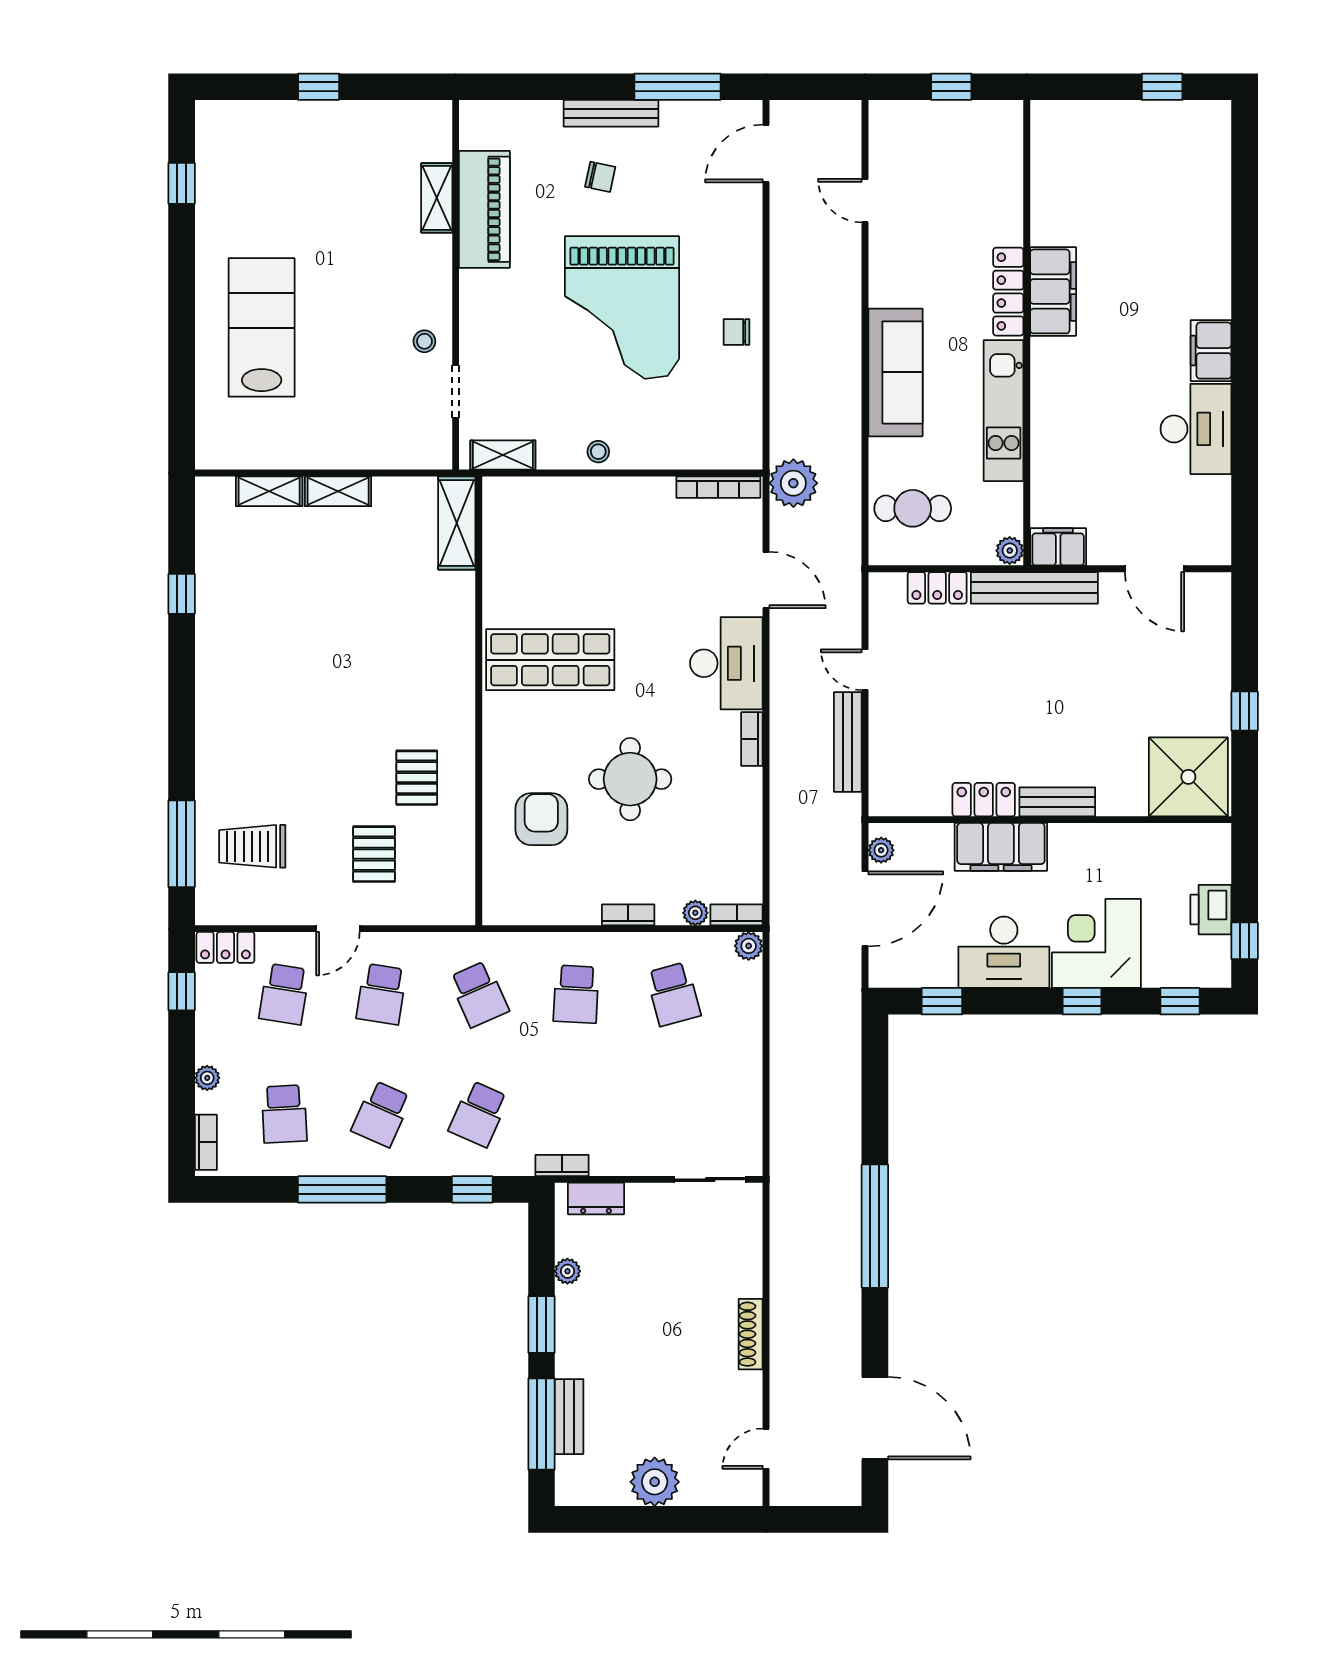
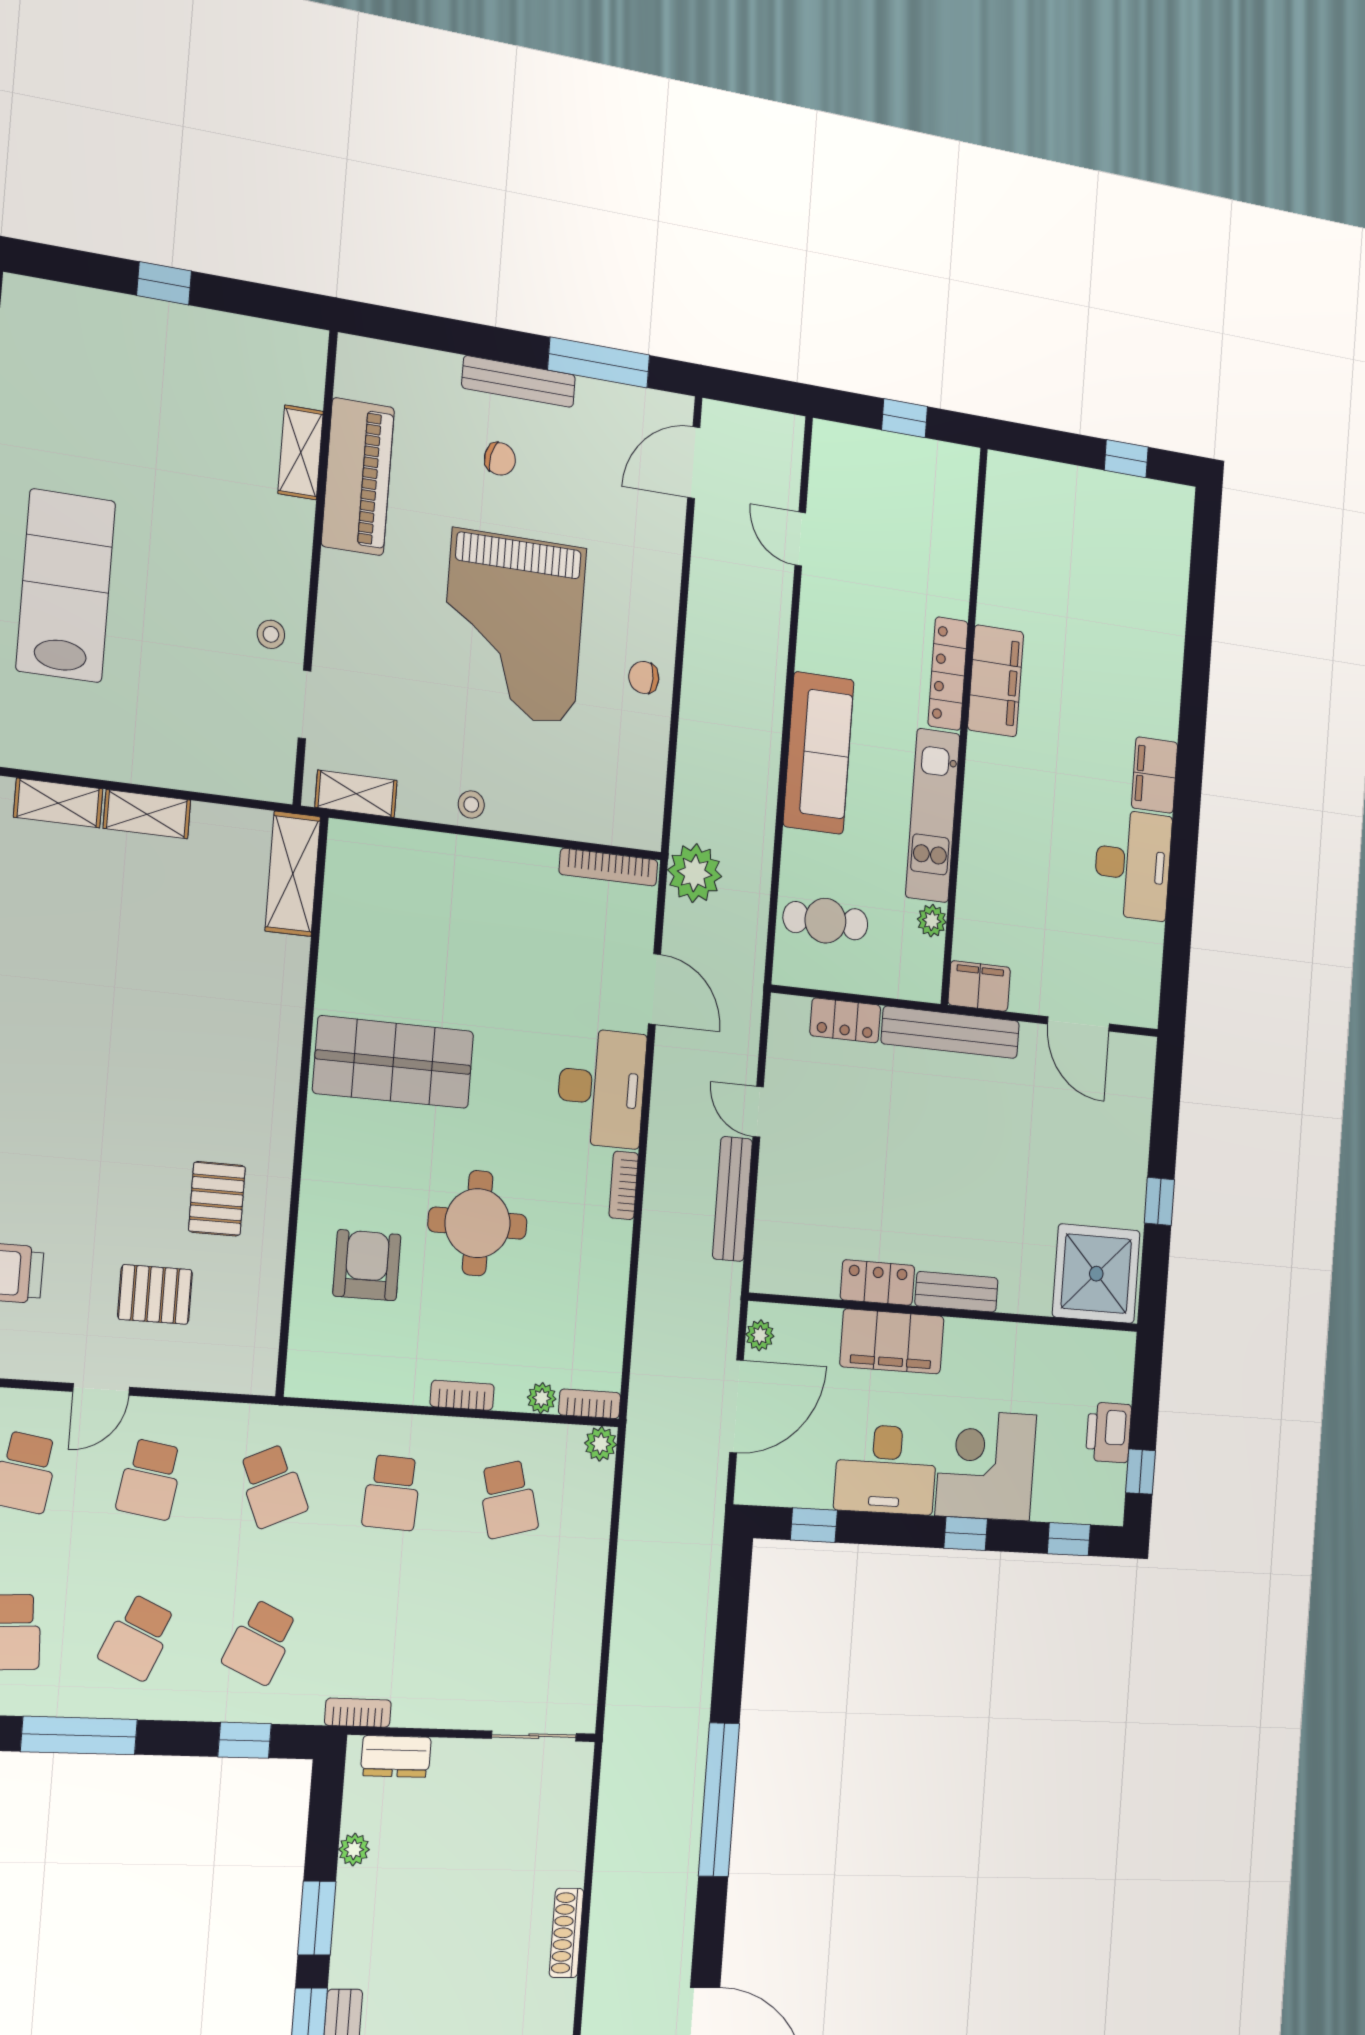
plant: (1010, 551) -> (932, 921), moved
pallet: (374, 854) -> (155, 1294), turned 90

